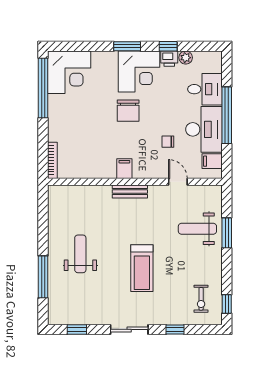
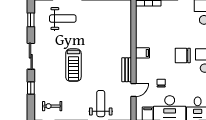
bench: (130, 191) -> (127, 70), moved
weight bench: (80, 254) -> (63, 19), moved
treadmill: (142, 268) -> (73, 65), turned -90

